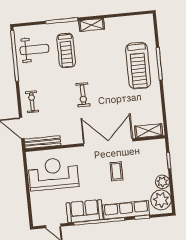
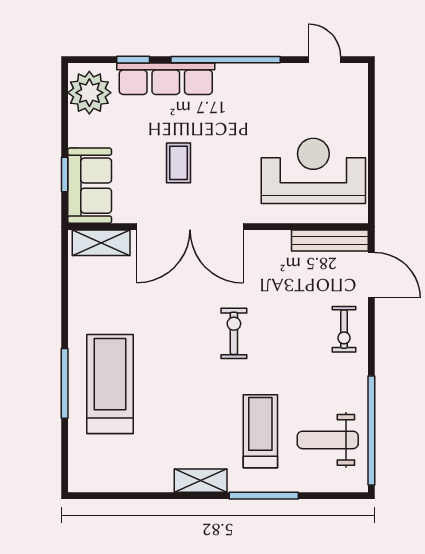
reception desk: (53, 174) -> (313, 171), turned 180
plant: (162, 182) -> (83, 131), removed
sofa: (85, 211) -> (90, 186), moved, turned -90

